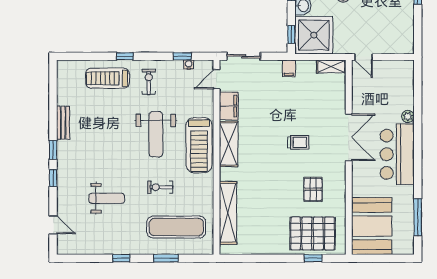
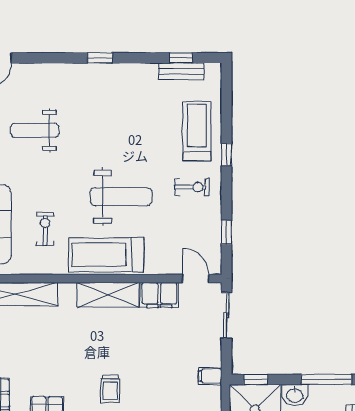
water cooler: (189, 65) -> (215, 241), removed
bench: (63, 123) -> (181, 71), moved
weight bench: (156, 134) -> (121, 197), turned 180
window: (53, 178) -> (181, 58), moved
exercise bike: (160, 187) -> (45, 229), moved
weight bench: (107, 198) -> (35, 130), turned 90

